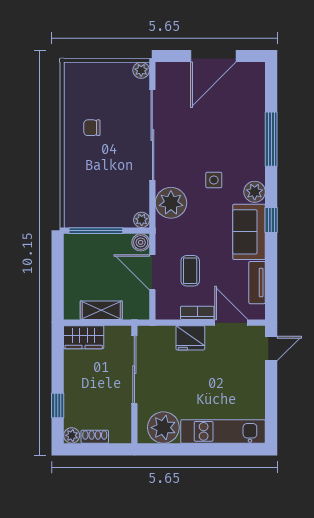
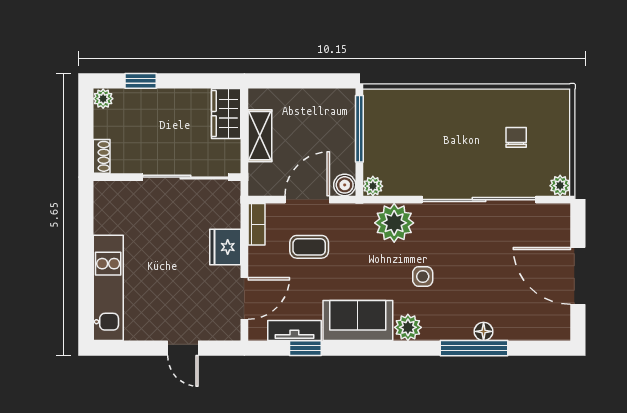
chair: (92, 128) -> (516, 137), moved
floor lamp: (258, 131) -> (484, 331), added
window: (271, 220) -> (305, 348), moved
bookcase: (197, 313) -> (256, 224), moved
door: (271, 348) -> (183, 348), moved
plant: (163, 428) -> (113, 213), removed
shoe rack: (95, 437) -> (102, 156), moved

